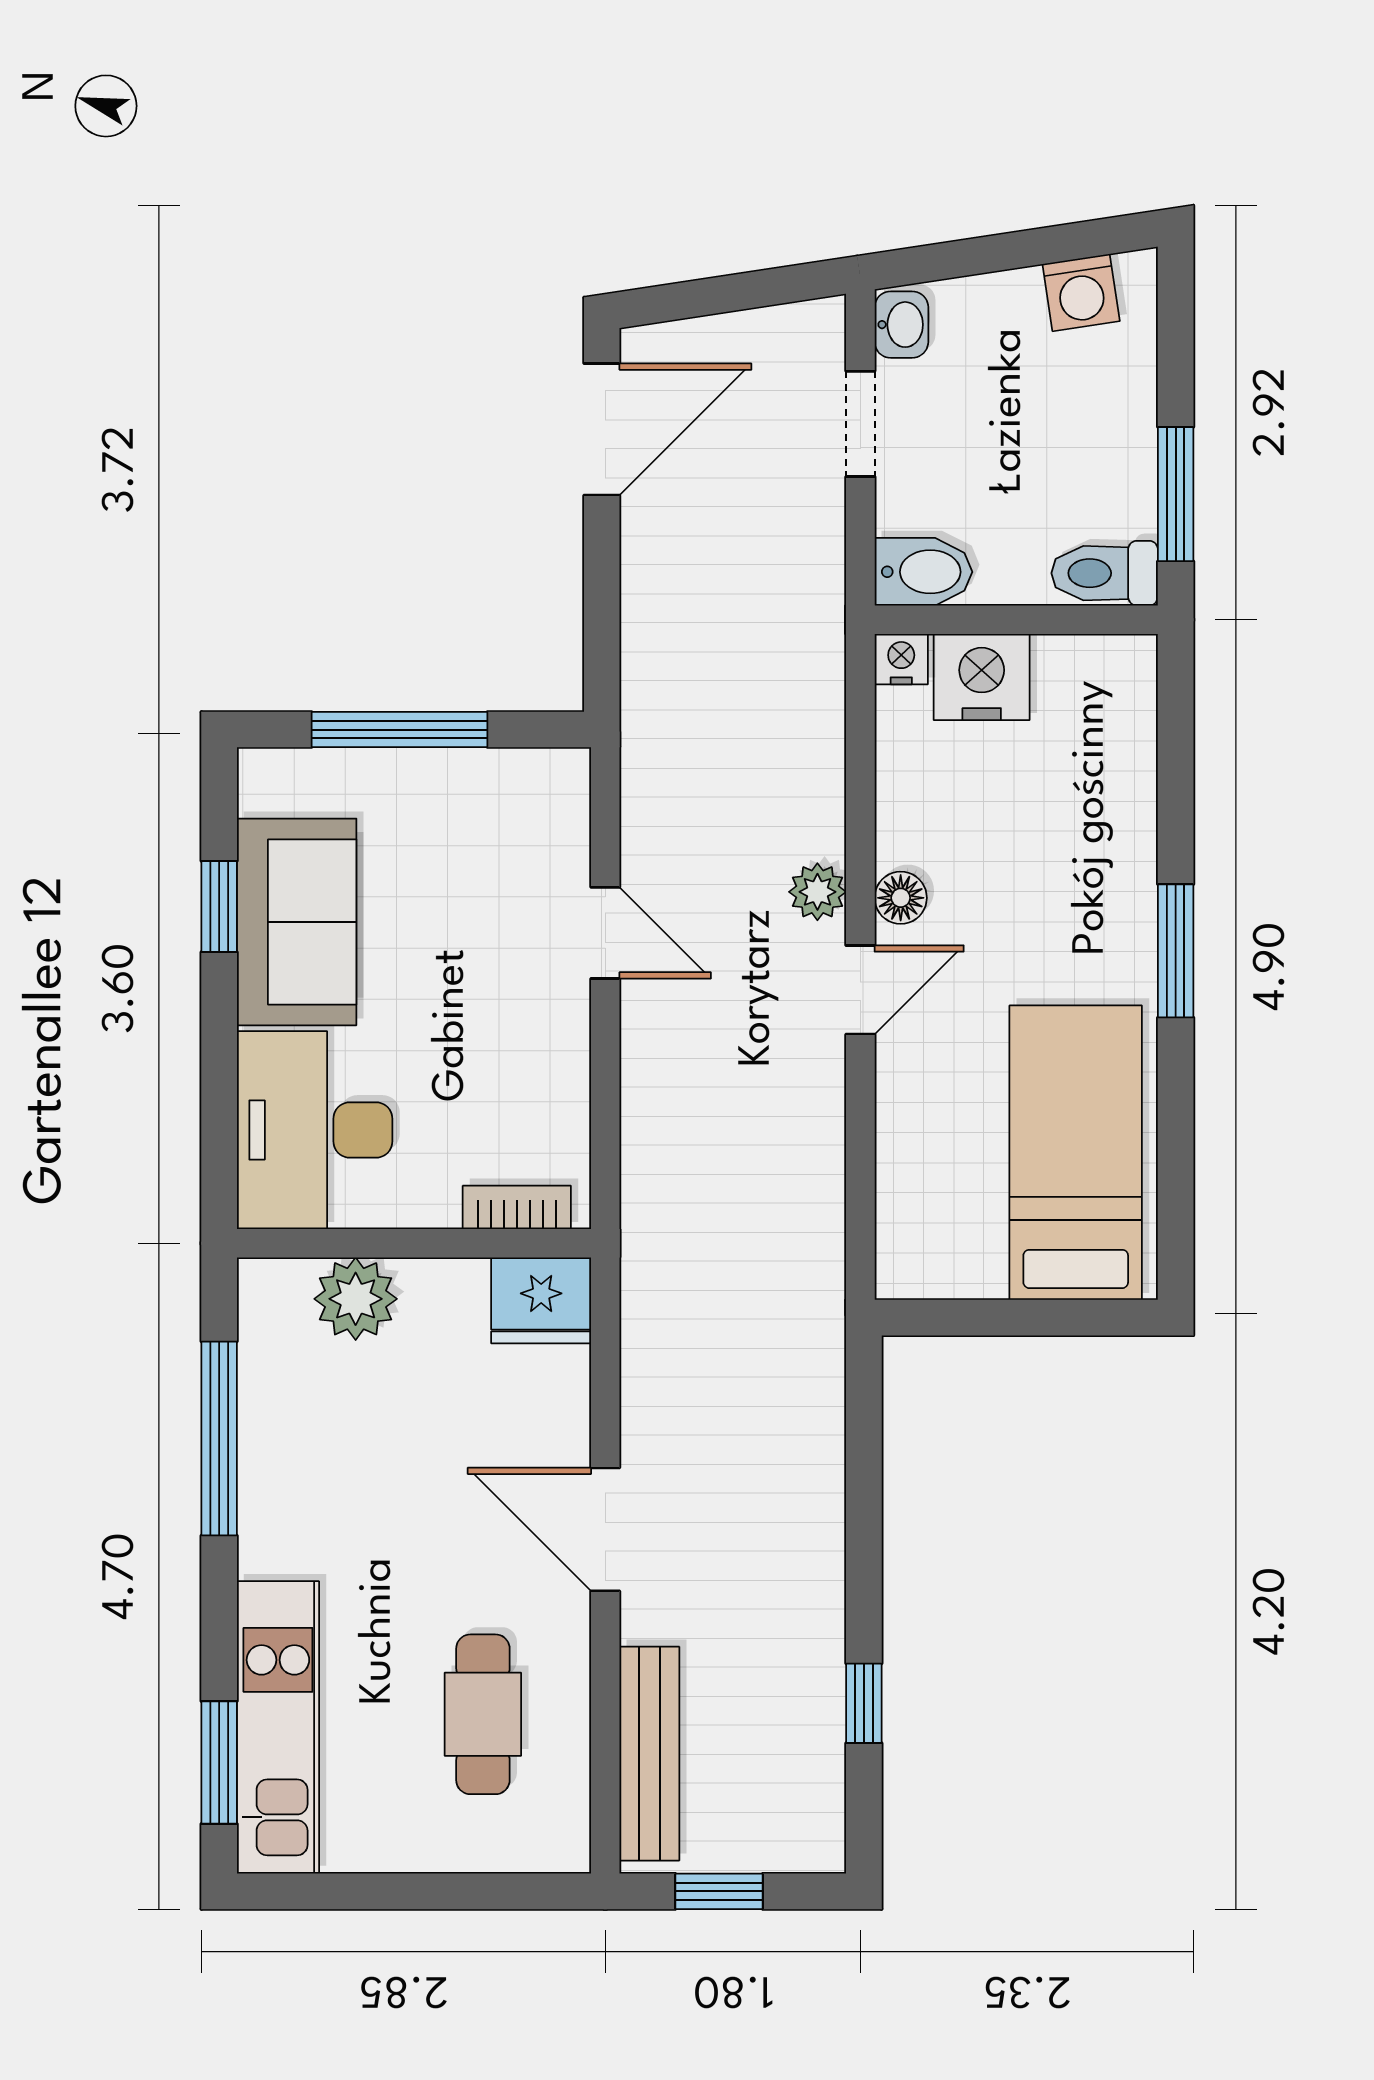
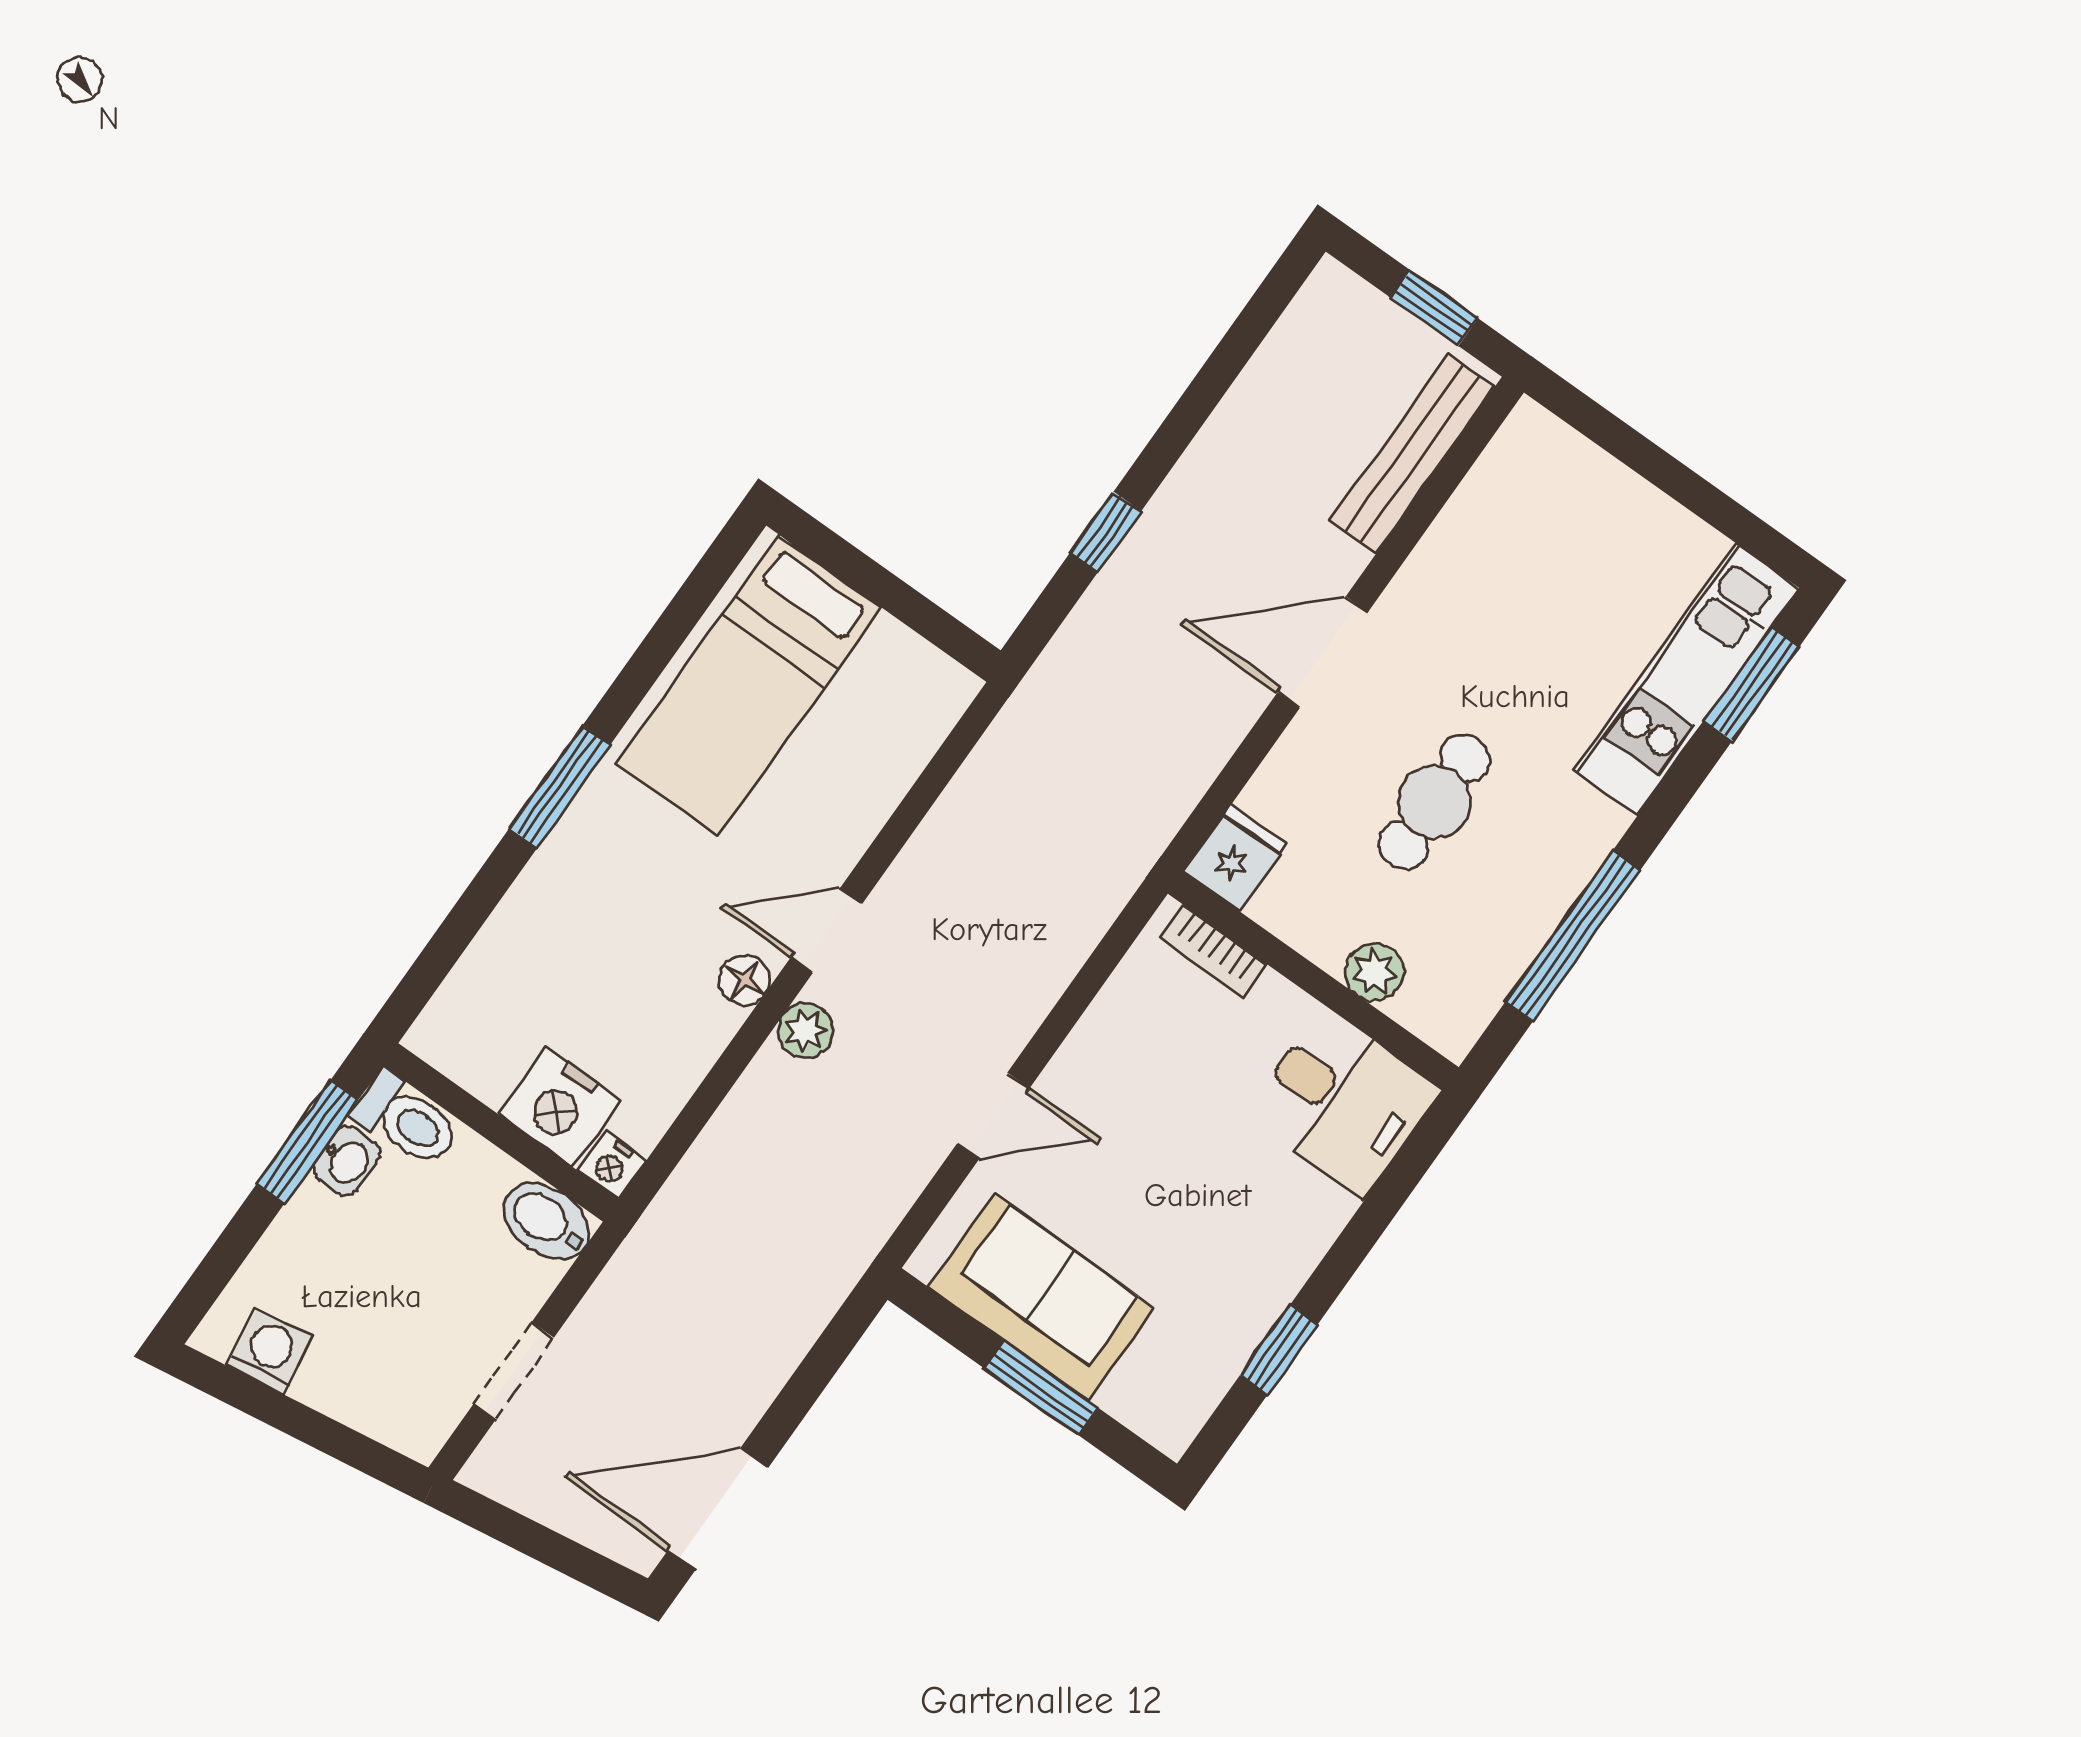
washbasin: (901, 325) -> (346, 1161), moved, turned 180
window: (400, 730) -> (1041, 1388), width x0.69
sofa: (297, 922) -> (1041, 1297), moved, turned 90
door: (605, 933) -> (993, 1116), swing flipped
desk: (315, 1130) -> (1343, 1102), width x0.73
plant: (356, 1299) -> (1374, 972), width x0.73, depth x0.73
fridge: (541, 1300) -> (1235, 858), width x0.72
door: (605, 1529) -> (1323, 652), swing flipped
window: (864, 1703) -> (1105, 532), moved
cafe table: (483, 1714) -> (1434, 802), moved

